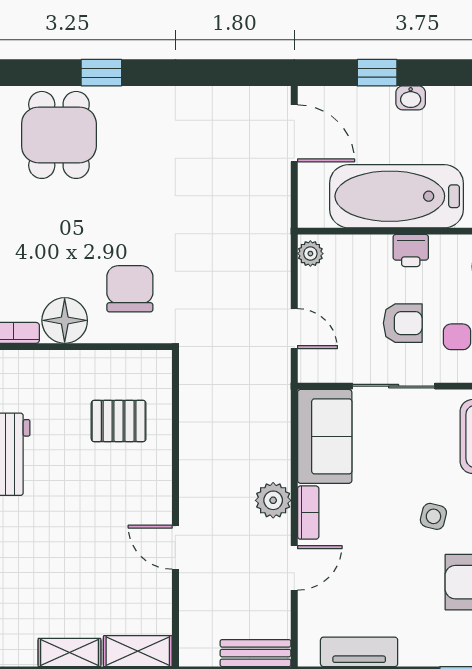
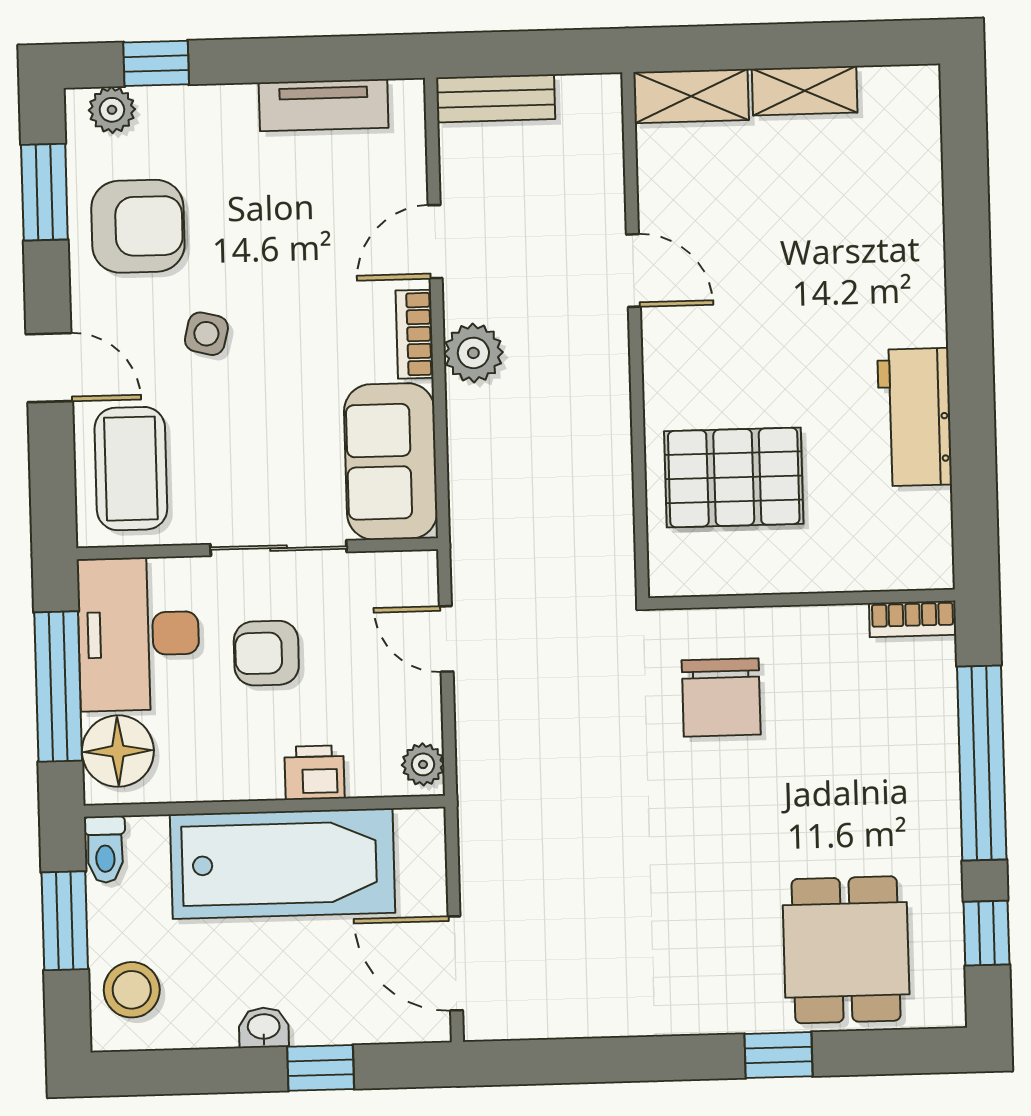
printer: (411, 250) -> (315, 773), moved
floor lamp: (65, 320) -> (828, 642), removed
pallet: (119, 421) -> (734, 477), width x1.50, depth x1.42

